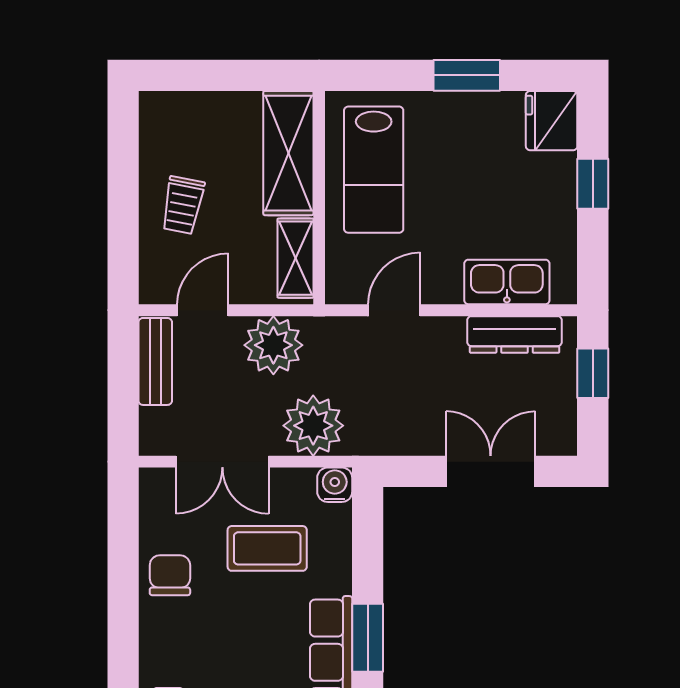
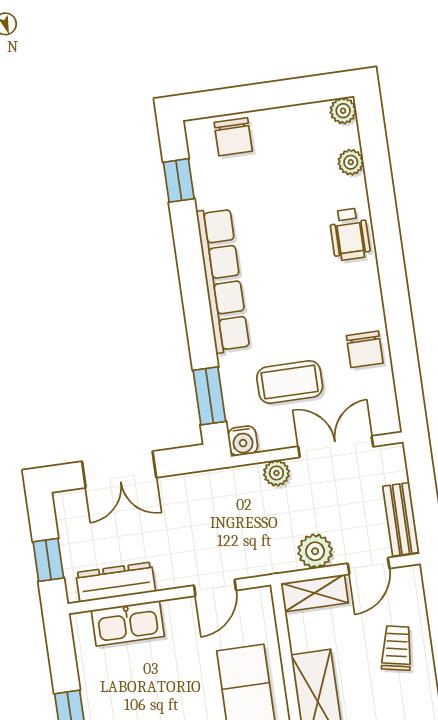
shelving: (295, 258) -> (315, 593), moved, turned 90
plant: (273, 345) -> (315, 551), width x0.73, depth x0.73
plant: (313, 426) -> (276, 473), width x0.53, depth x0.53
window: (368, 638) -> (209, 396), moved

